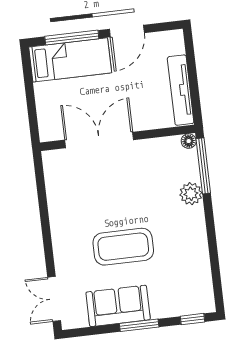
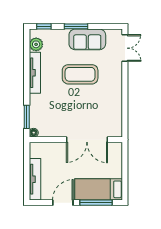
tv unit: (181, 90) -> (35, 179), moved
window: (203, 166) -> (27, 117), width x0.69
plant: (191, 194) -> (36, 44), moved
tv unit: (198, 240) -> (35, 73), added

